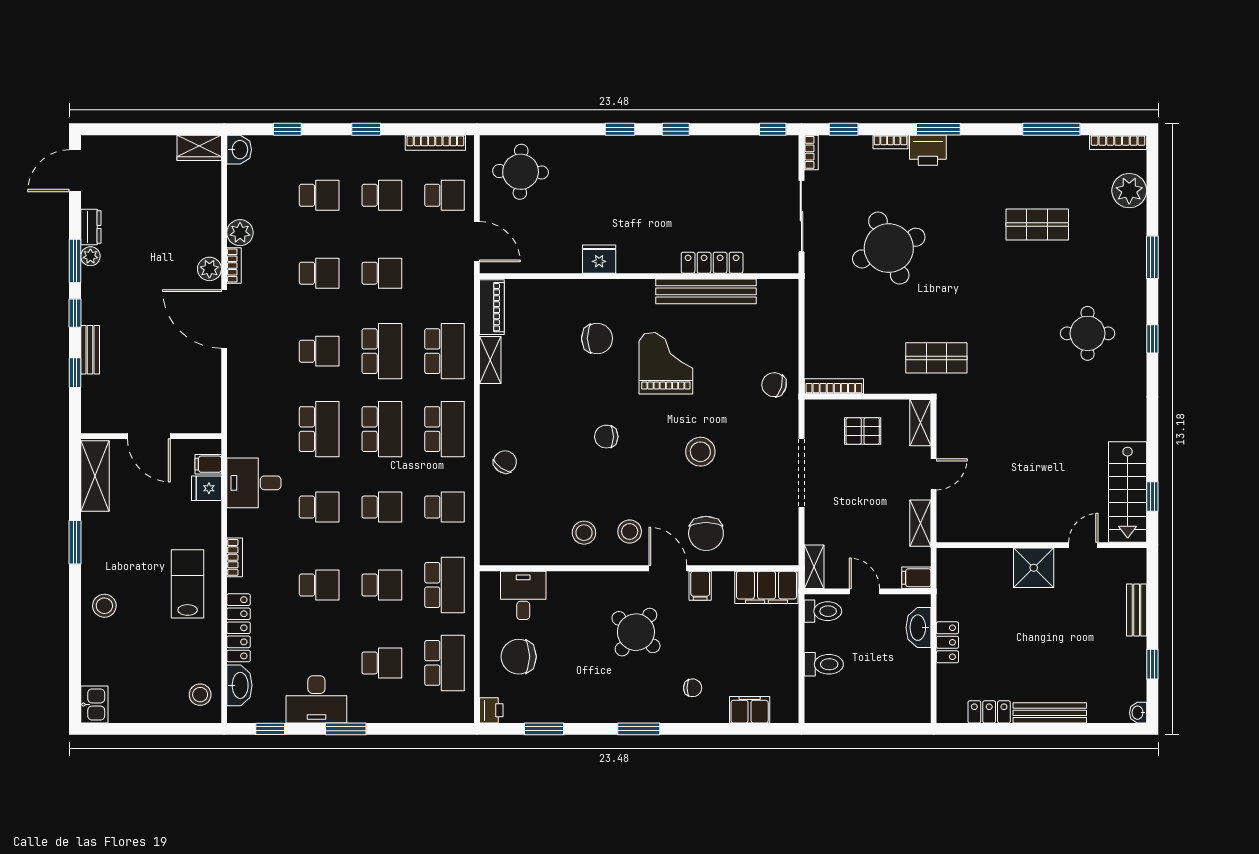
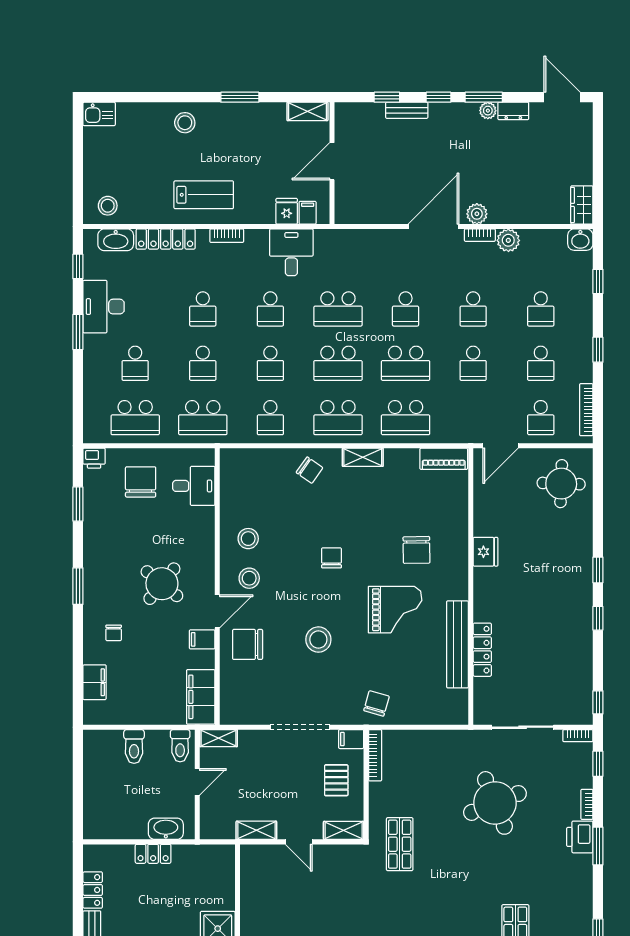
shelving: (490, 360) -> (363, 457), moved
shelving: (95, 476) -> (307, 111), width x0.67, depth x0.75
filing cabinet: (916, 578) -> (351, 739), moved, turned -90

